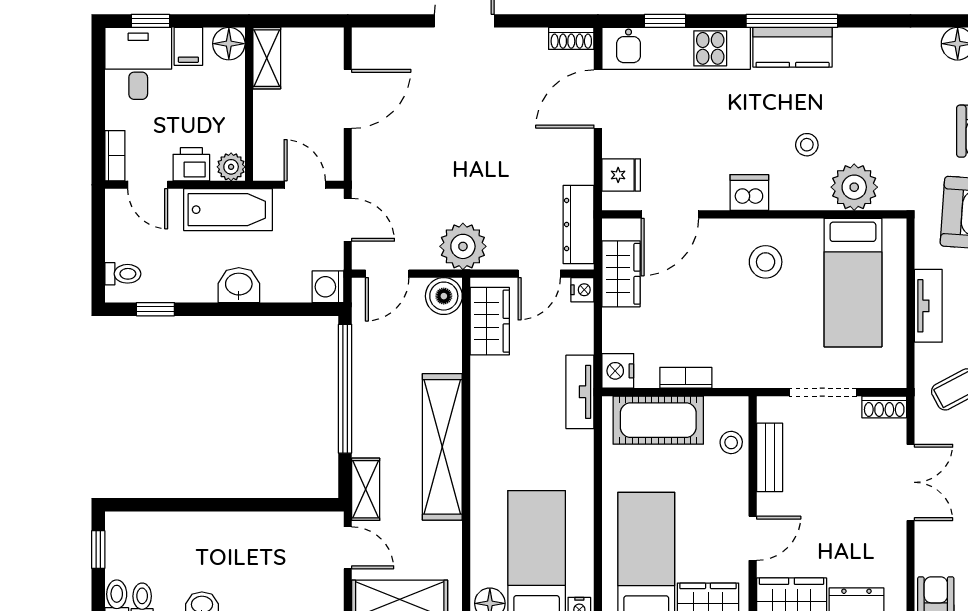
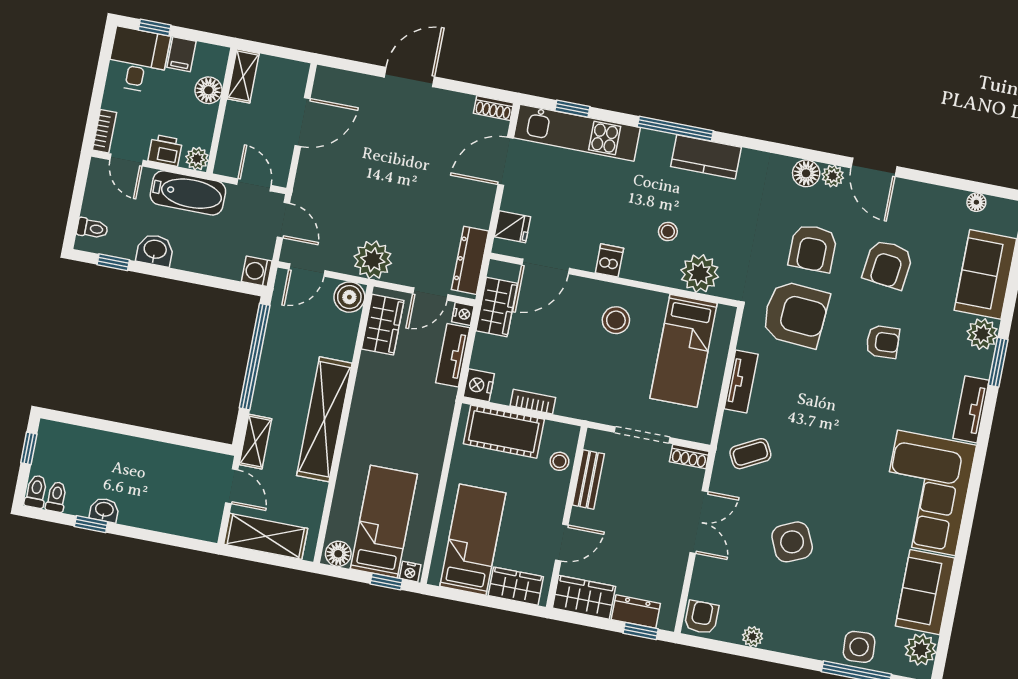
floor lamp: (229, 44) -> (208, 90), moved
kitchen counter: (793, 47) -> (706, 157), moved
dishwasher: (749, 192) -> (609, 260), width x0.73
washbasin: (239, 285) -> (155, 250), moved
tv unit: (580, 392) -> (453, 355), moved

